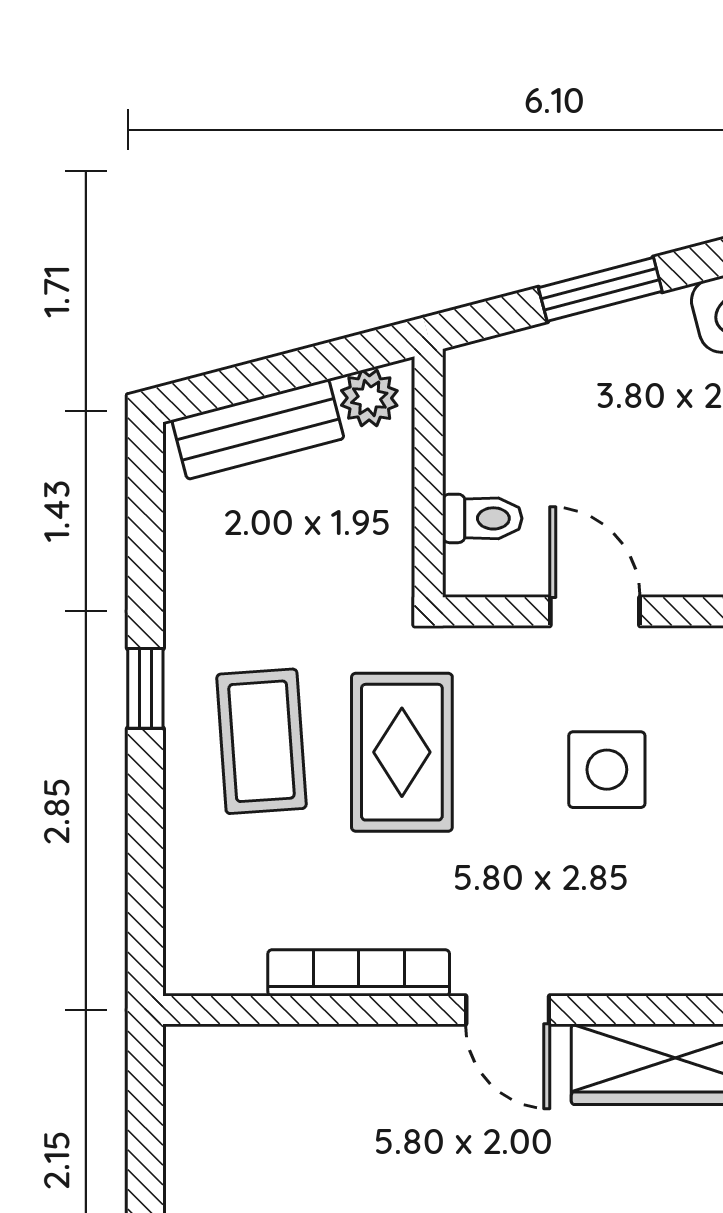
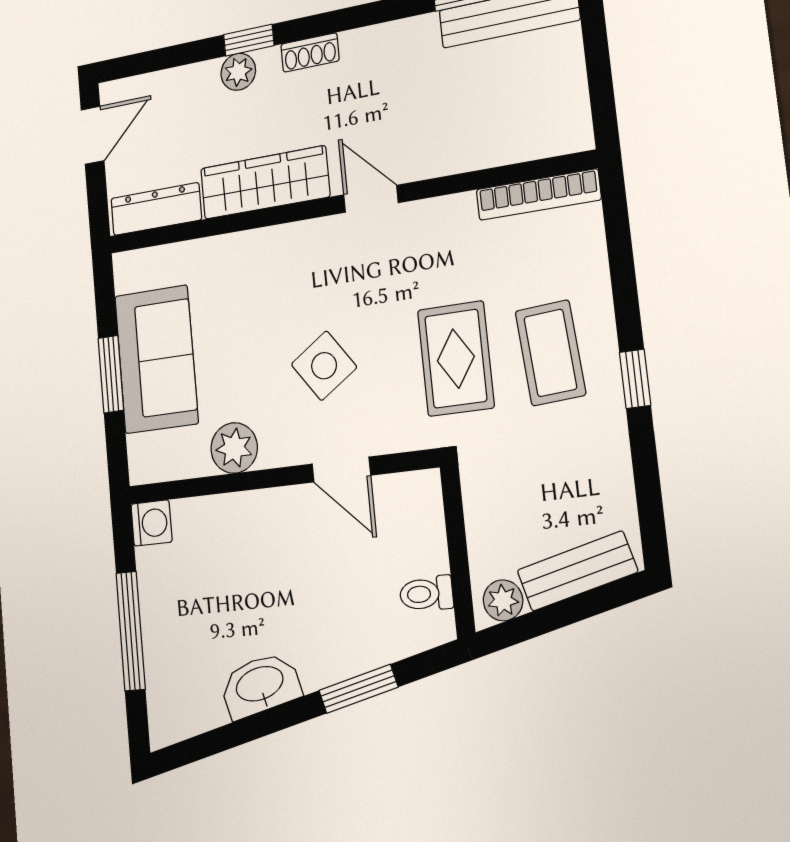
toilet: (482, 518) -> (426, 594), moved
side table: (607, 770) -> (324, 366), turned -35
bookcase: (359, 973) -> (538, 195), moved

